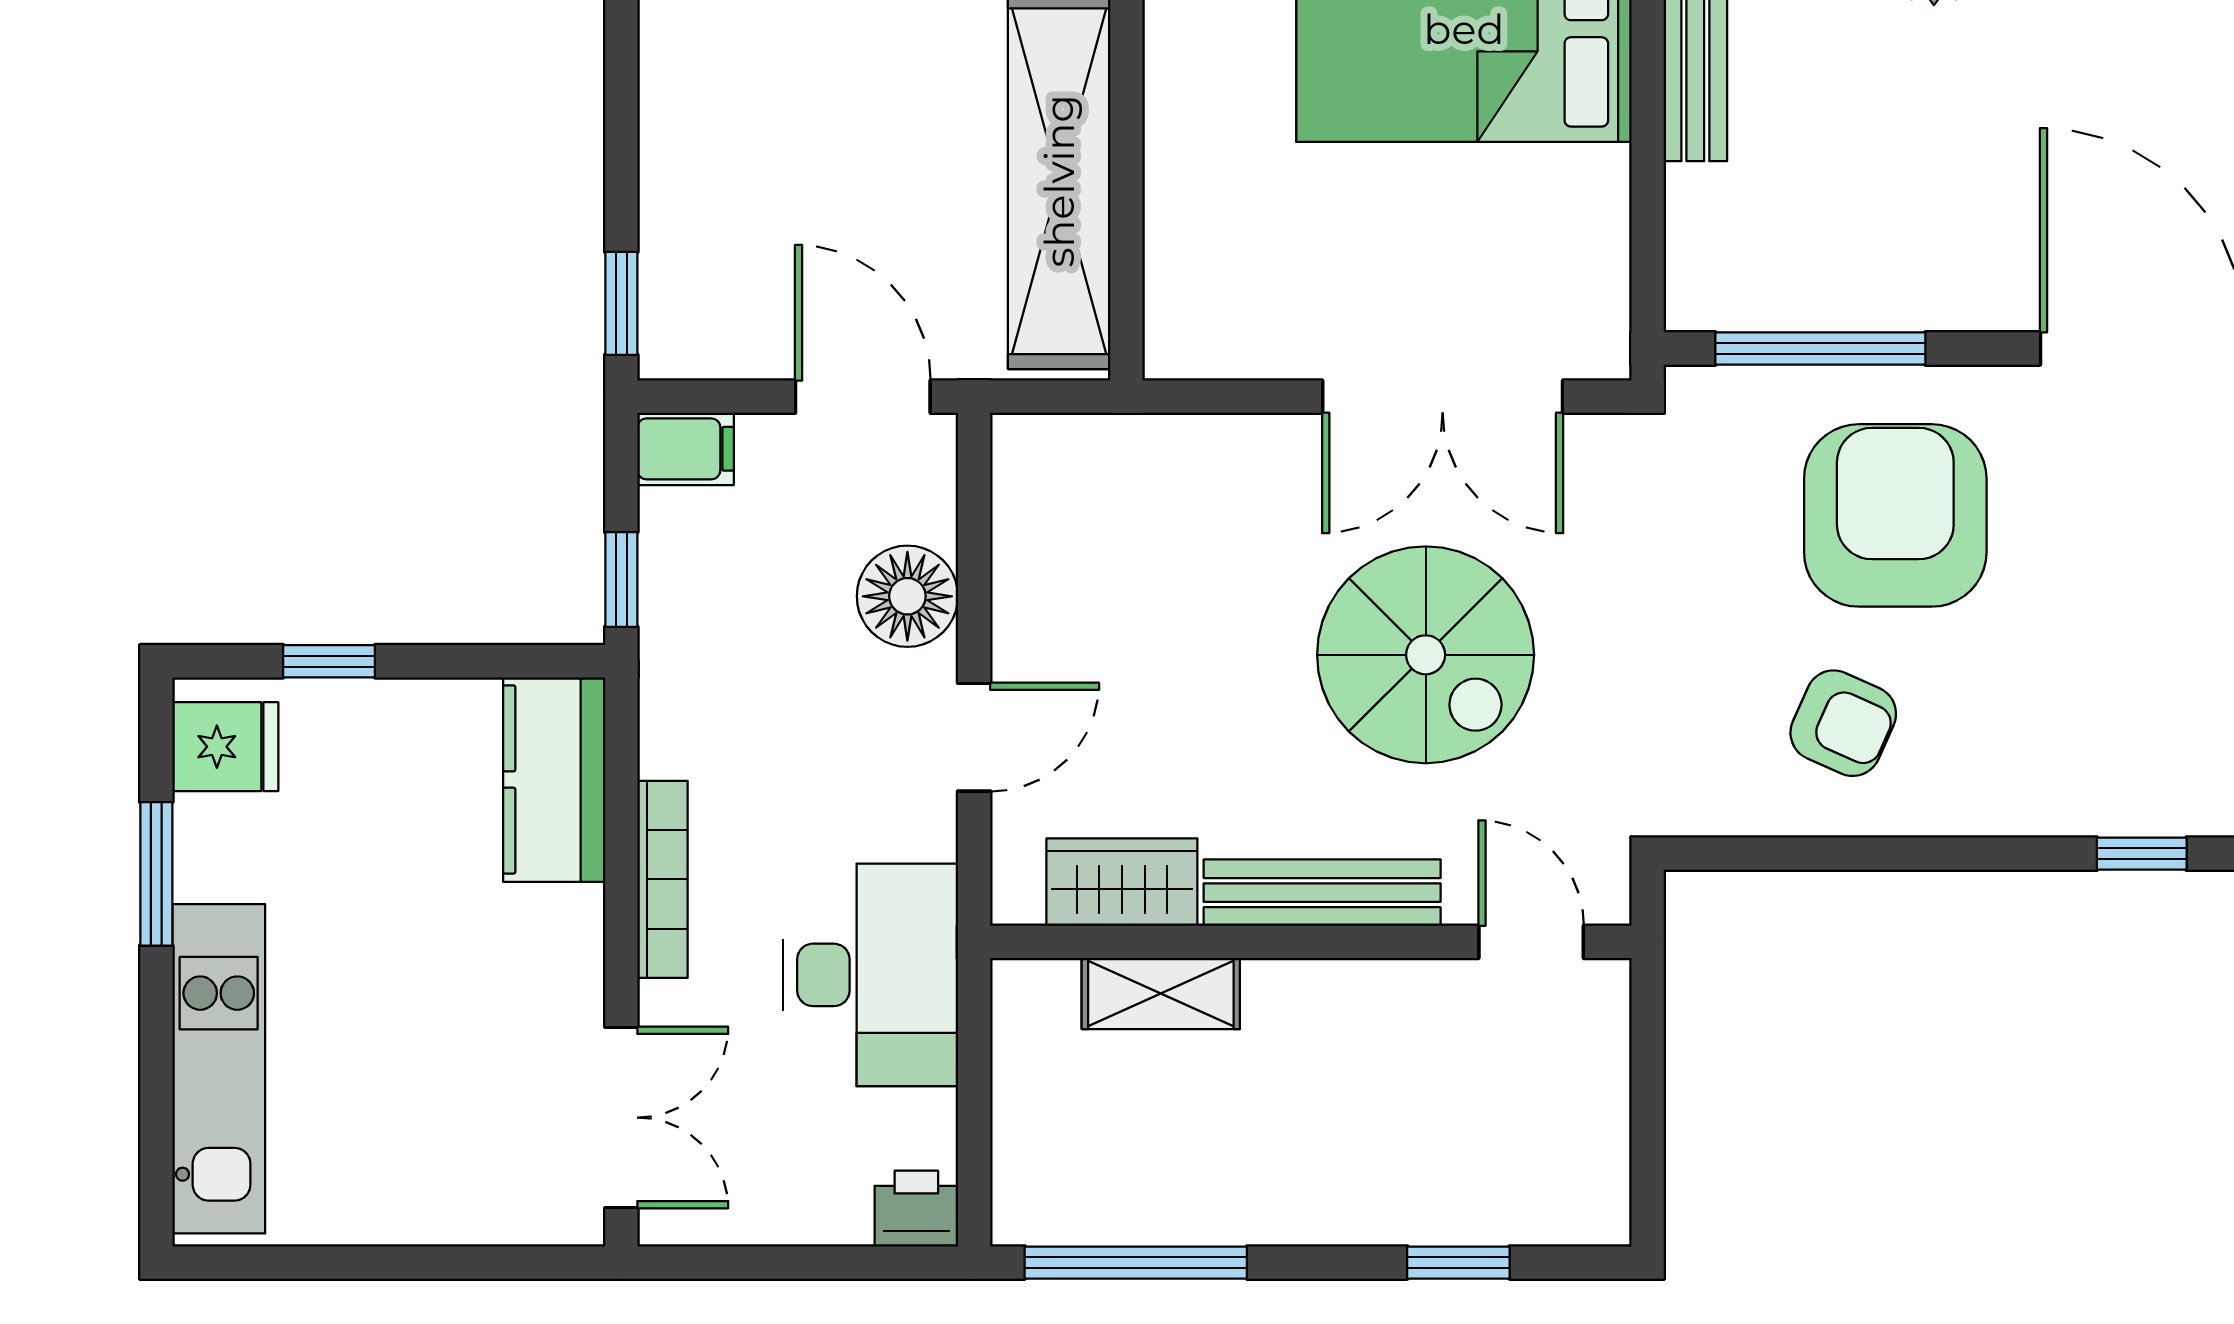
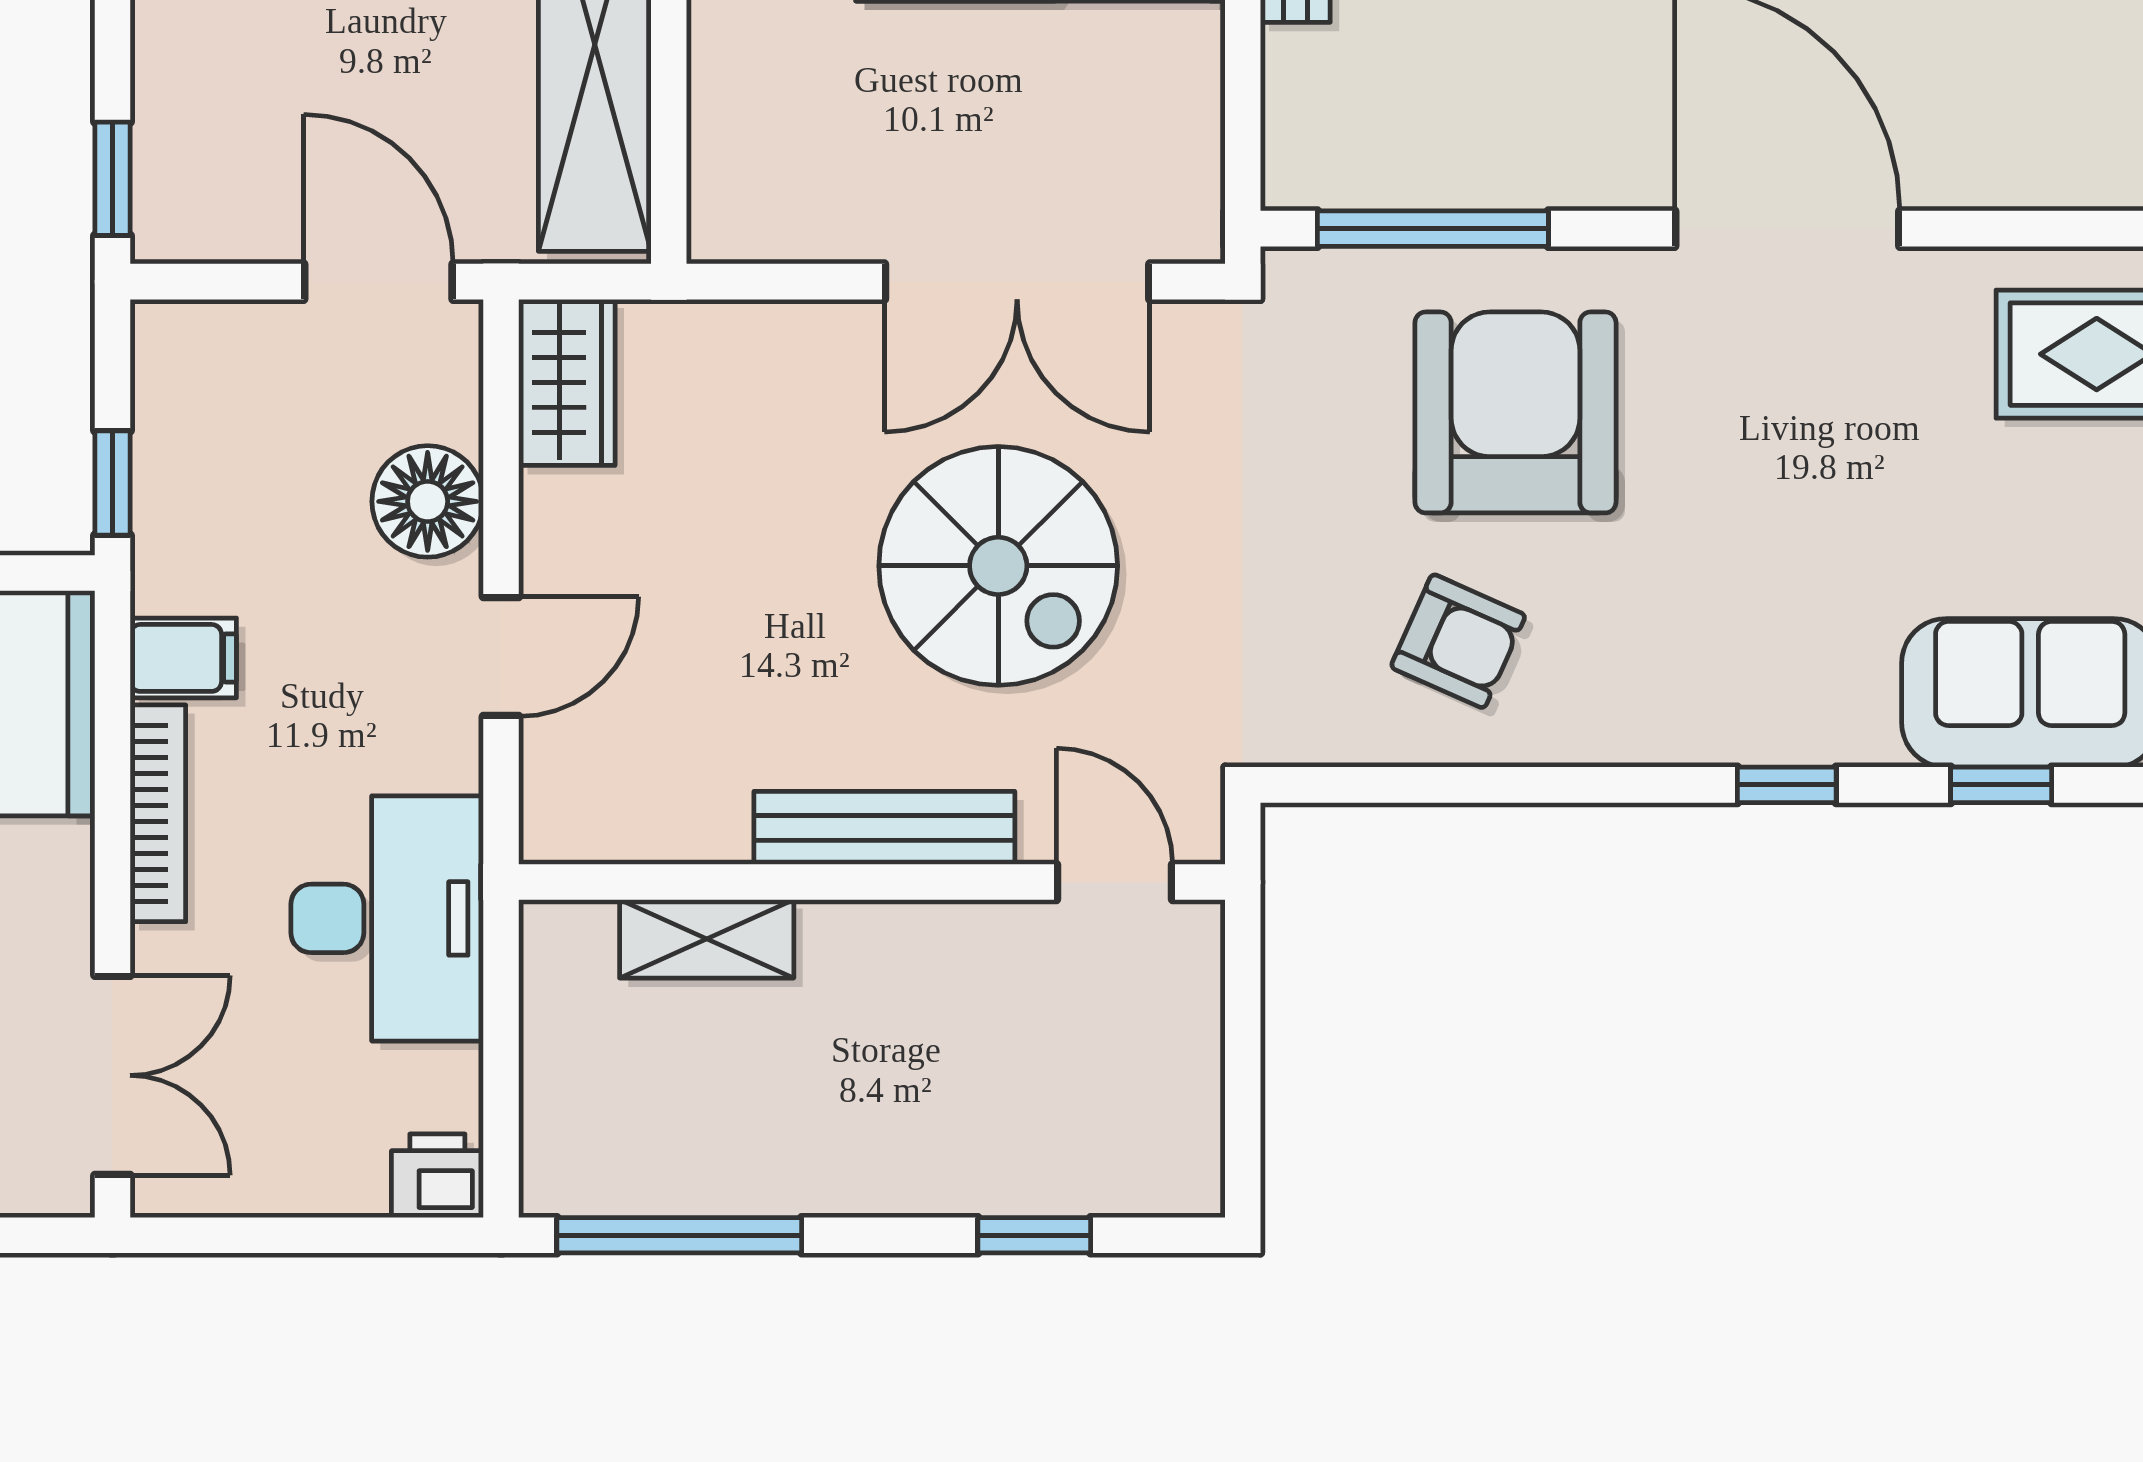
filing cabinet: (686, 449) -> (183, 658), moved
wardrobe: (1122, 882) -> (567, 382), moved, turned 90

